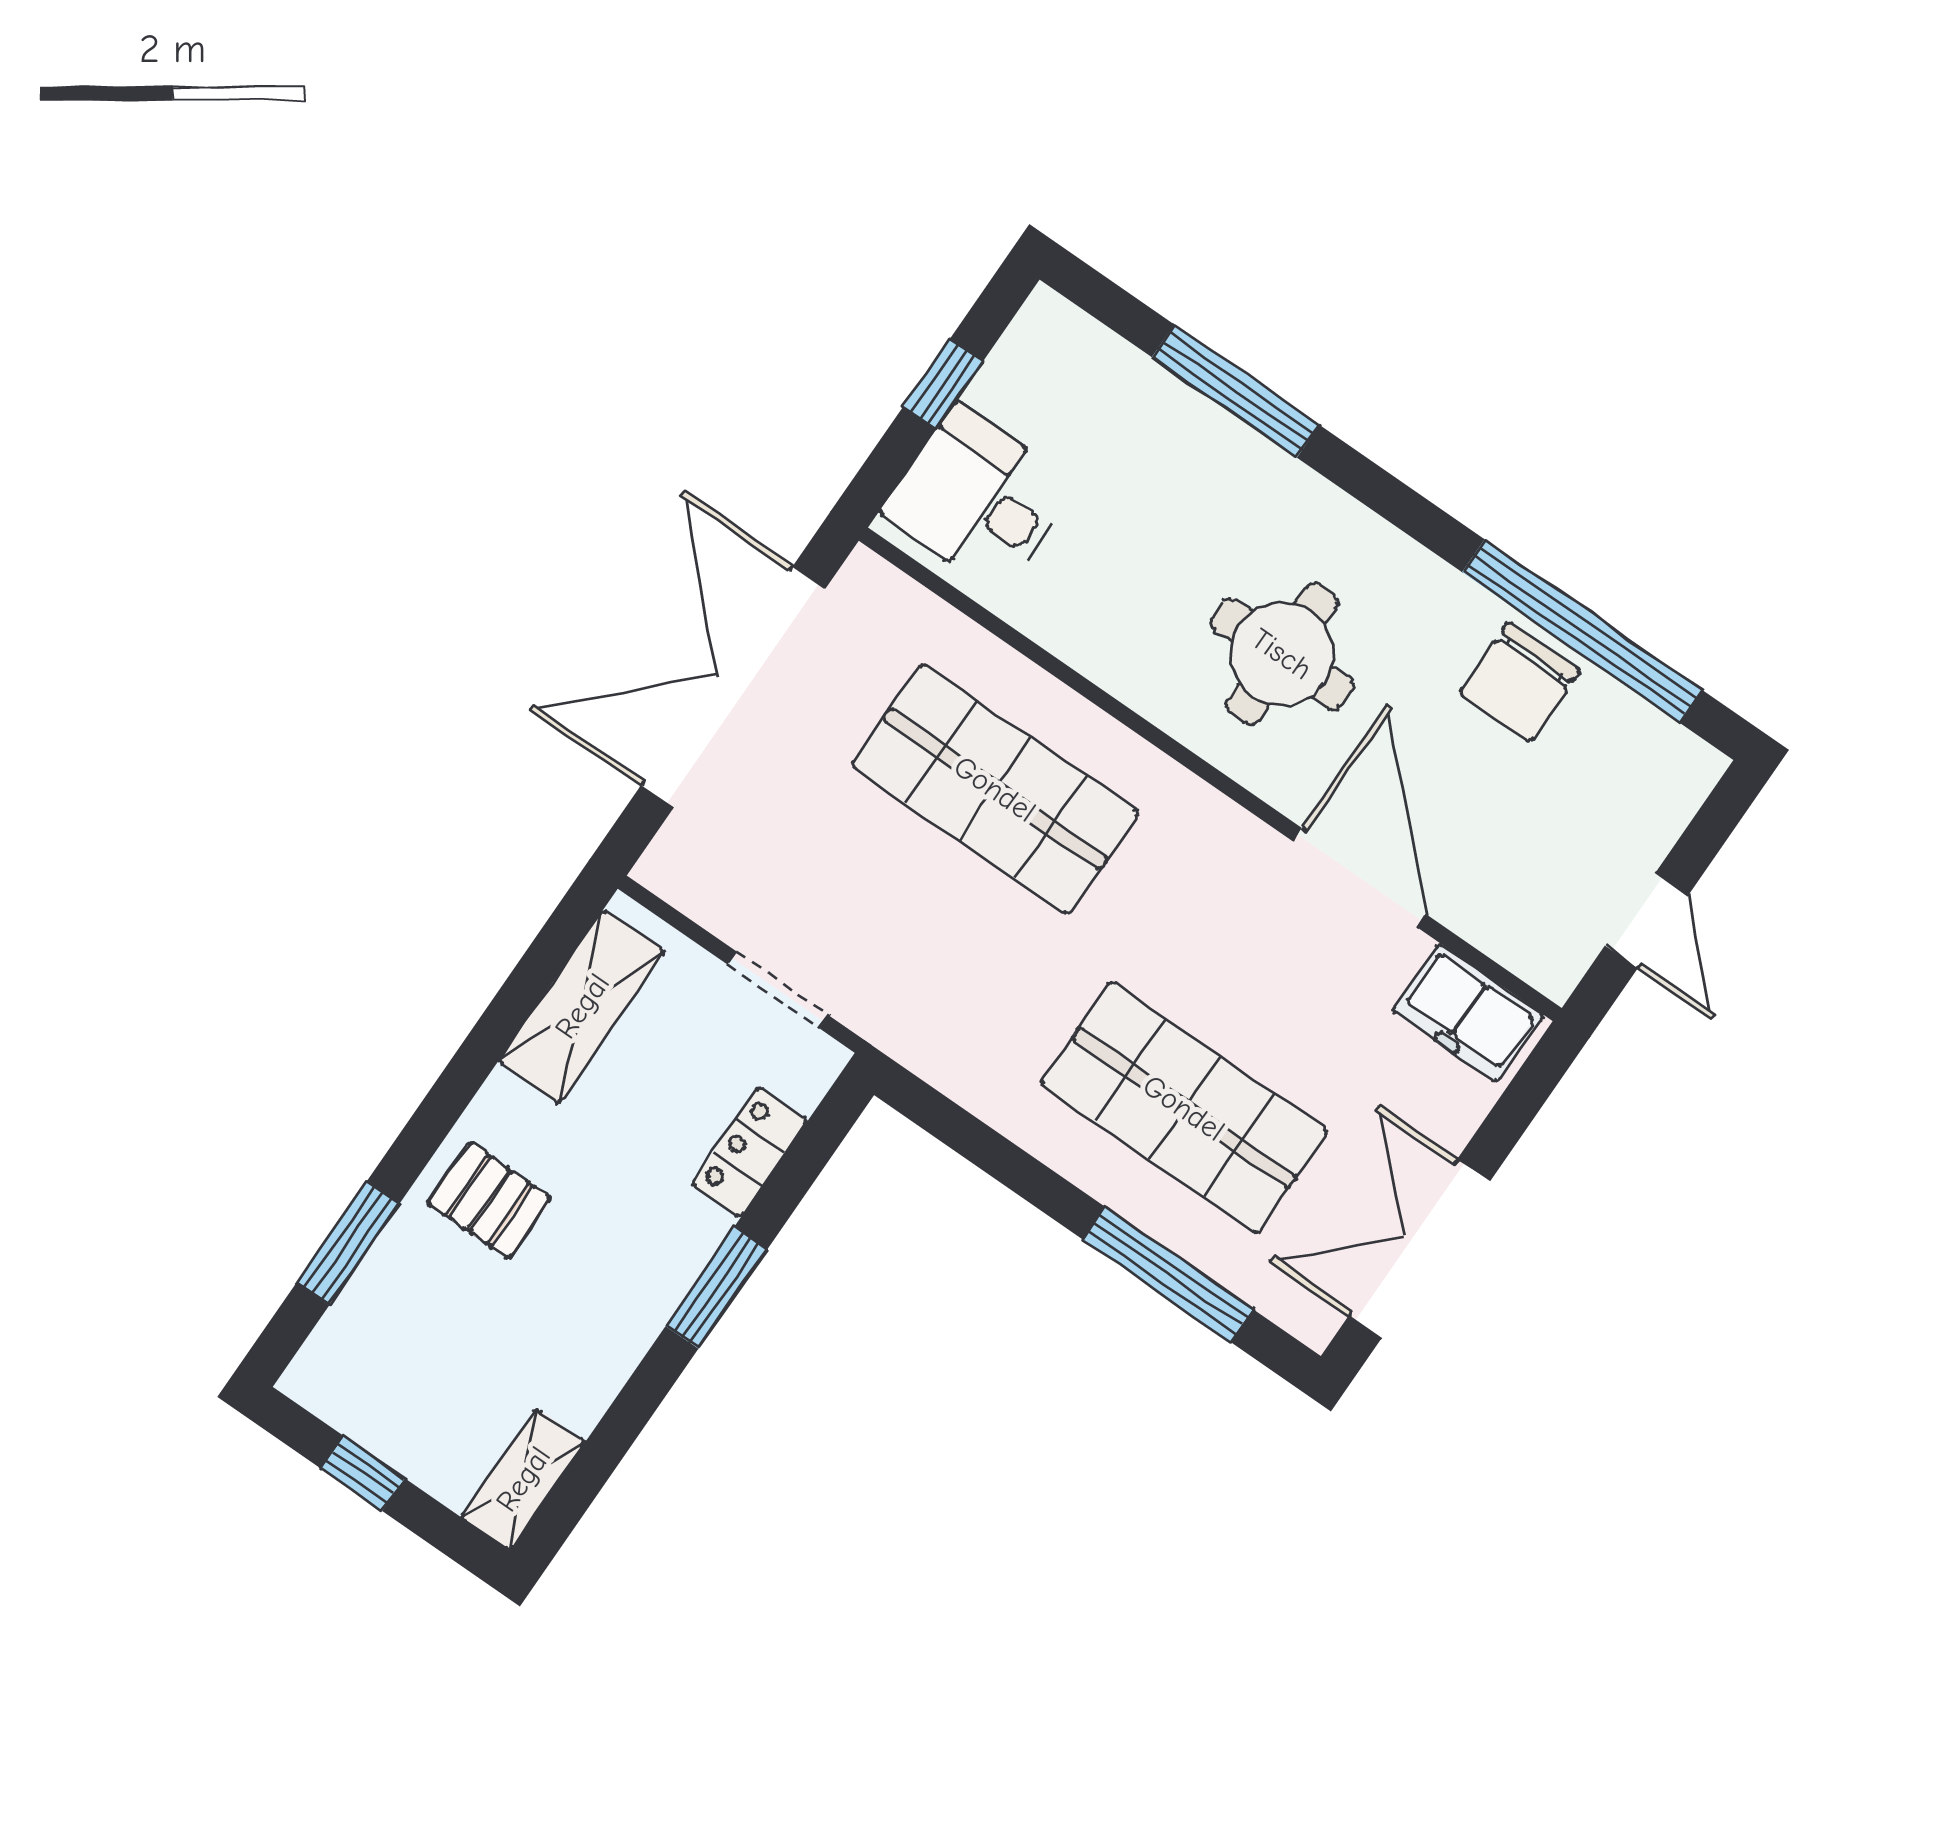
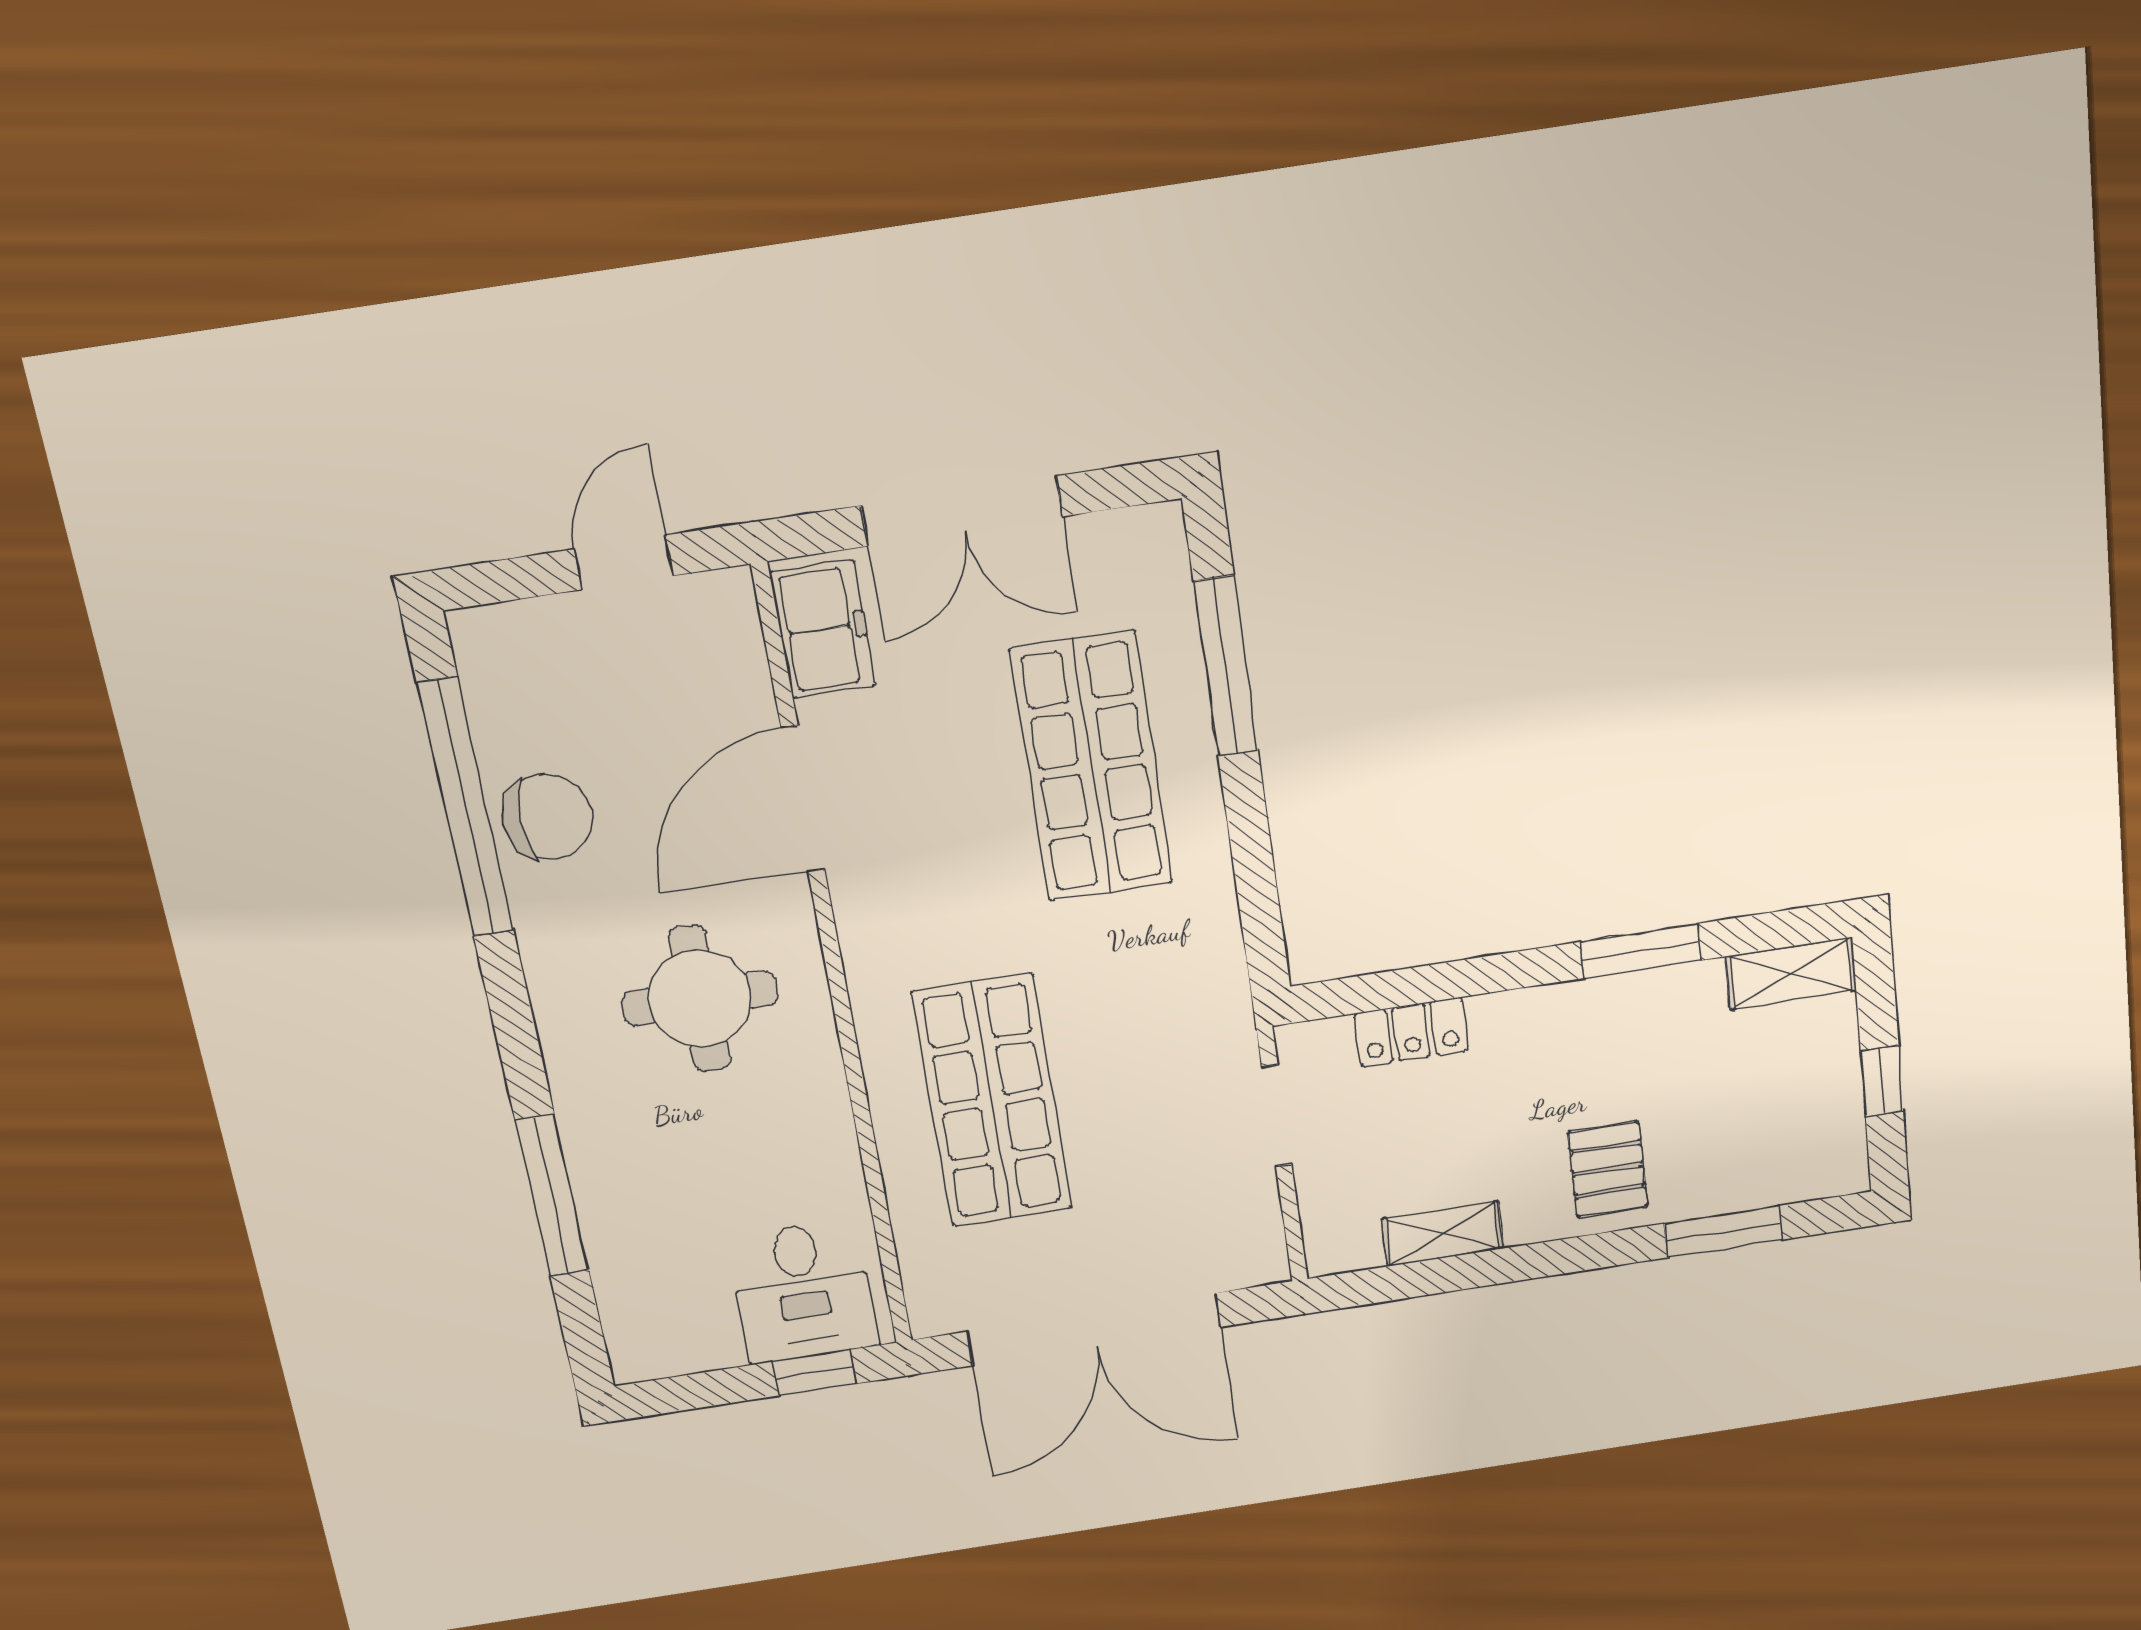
window: (943, 384) -> (814, 1373), moved
shelving: (582, 1006) -> (1443, 1234), width x0.67, depth x0.75
double door: (1419, 1249) -> (962, 511), moved
window: (716, 1288) -> (1641, 951), moved

